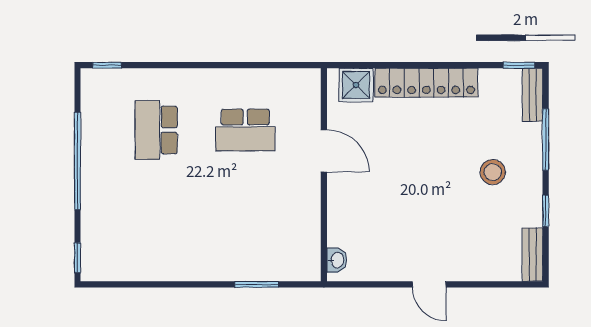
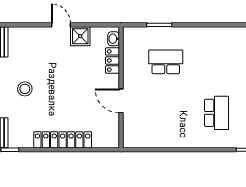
shower: (356, 85) -> (80, 36), moved
school desk: (245, 130) -> (166, 62), moved
locker: (339, 222) -> (112, 60), added

